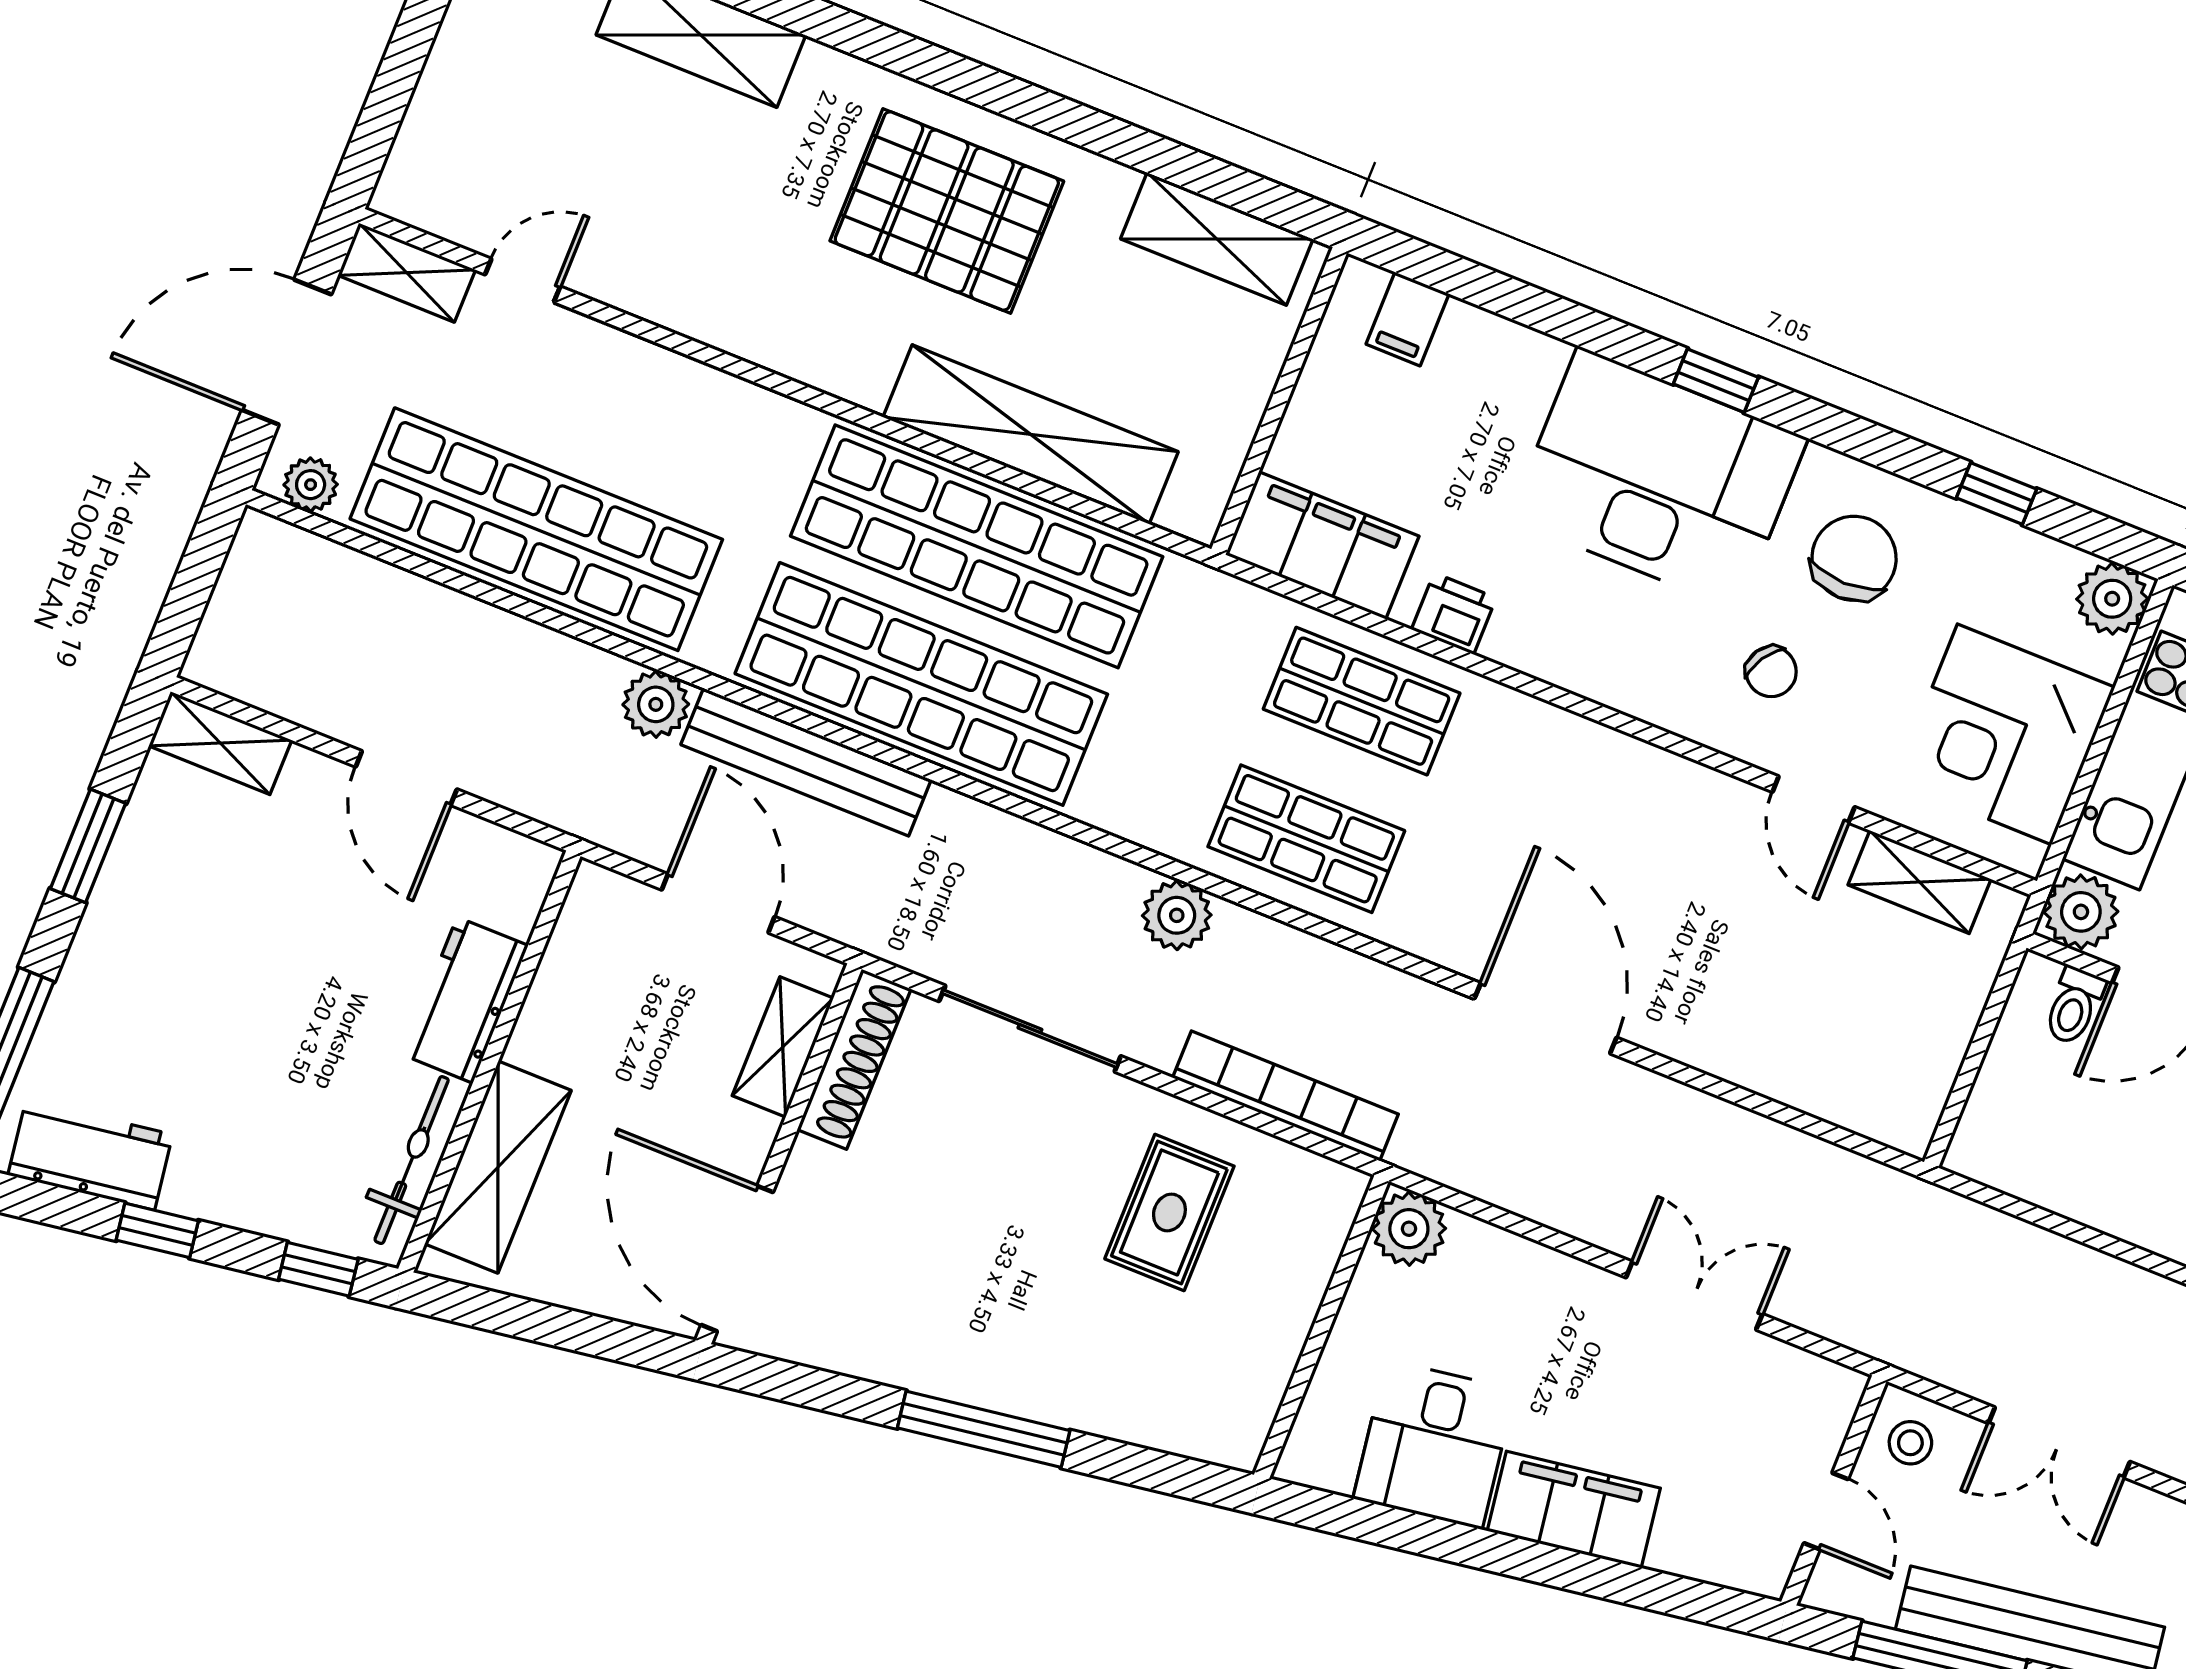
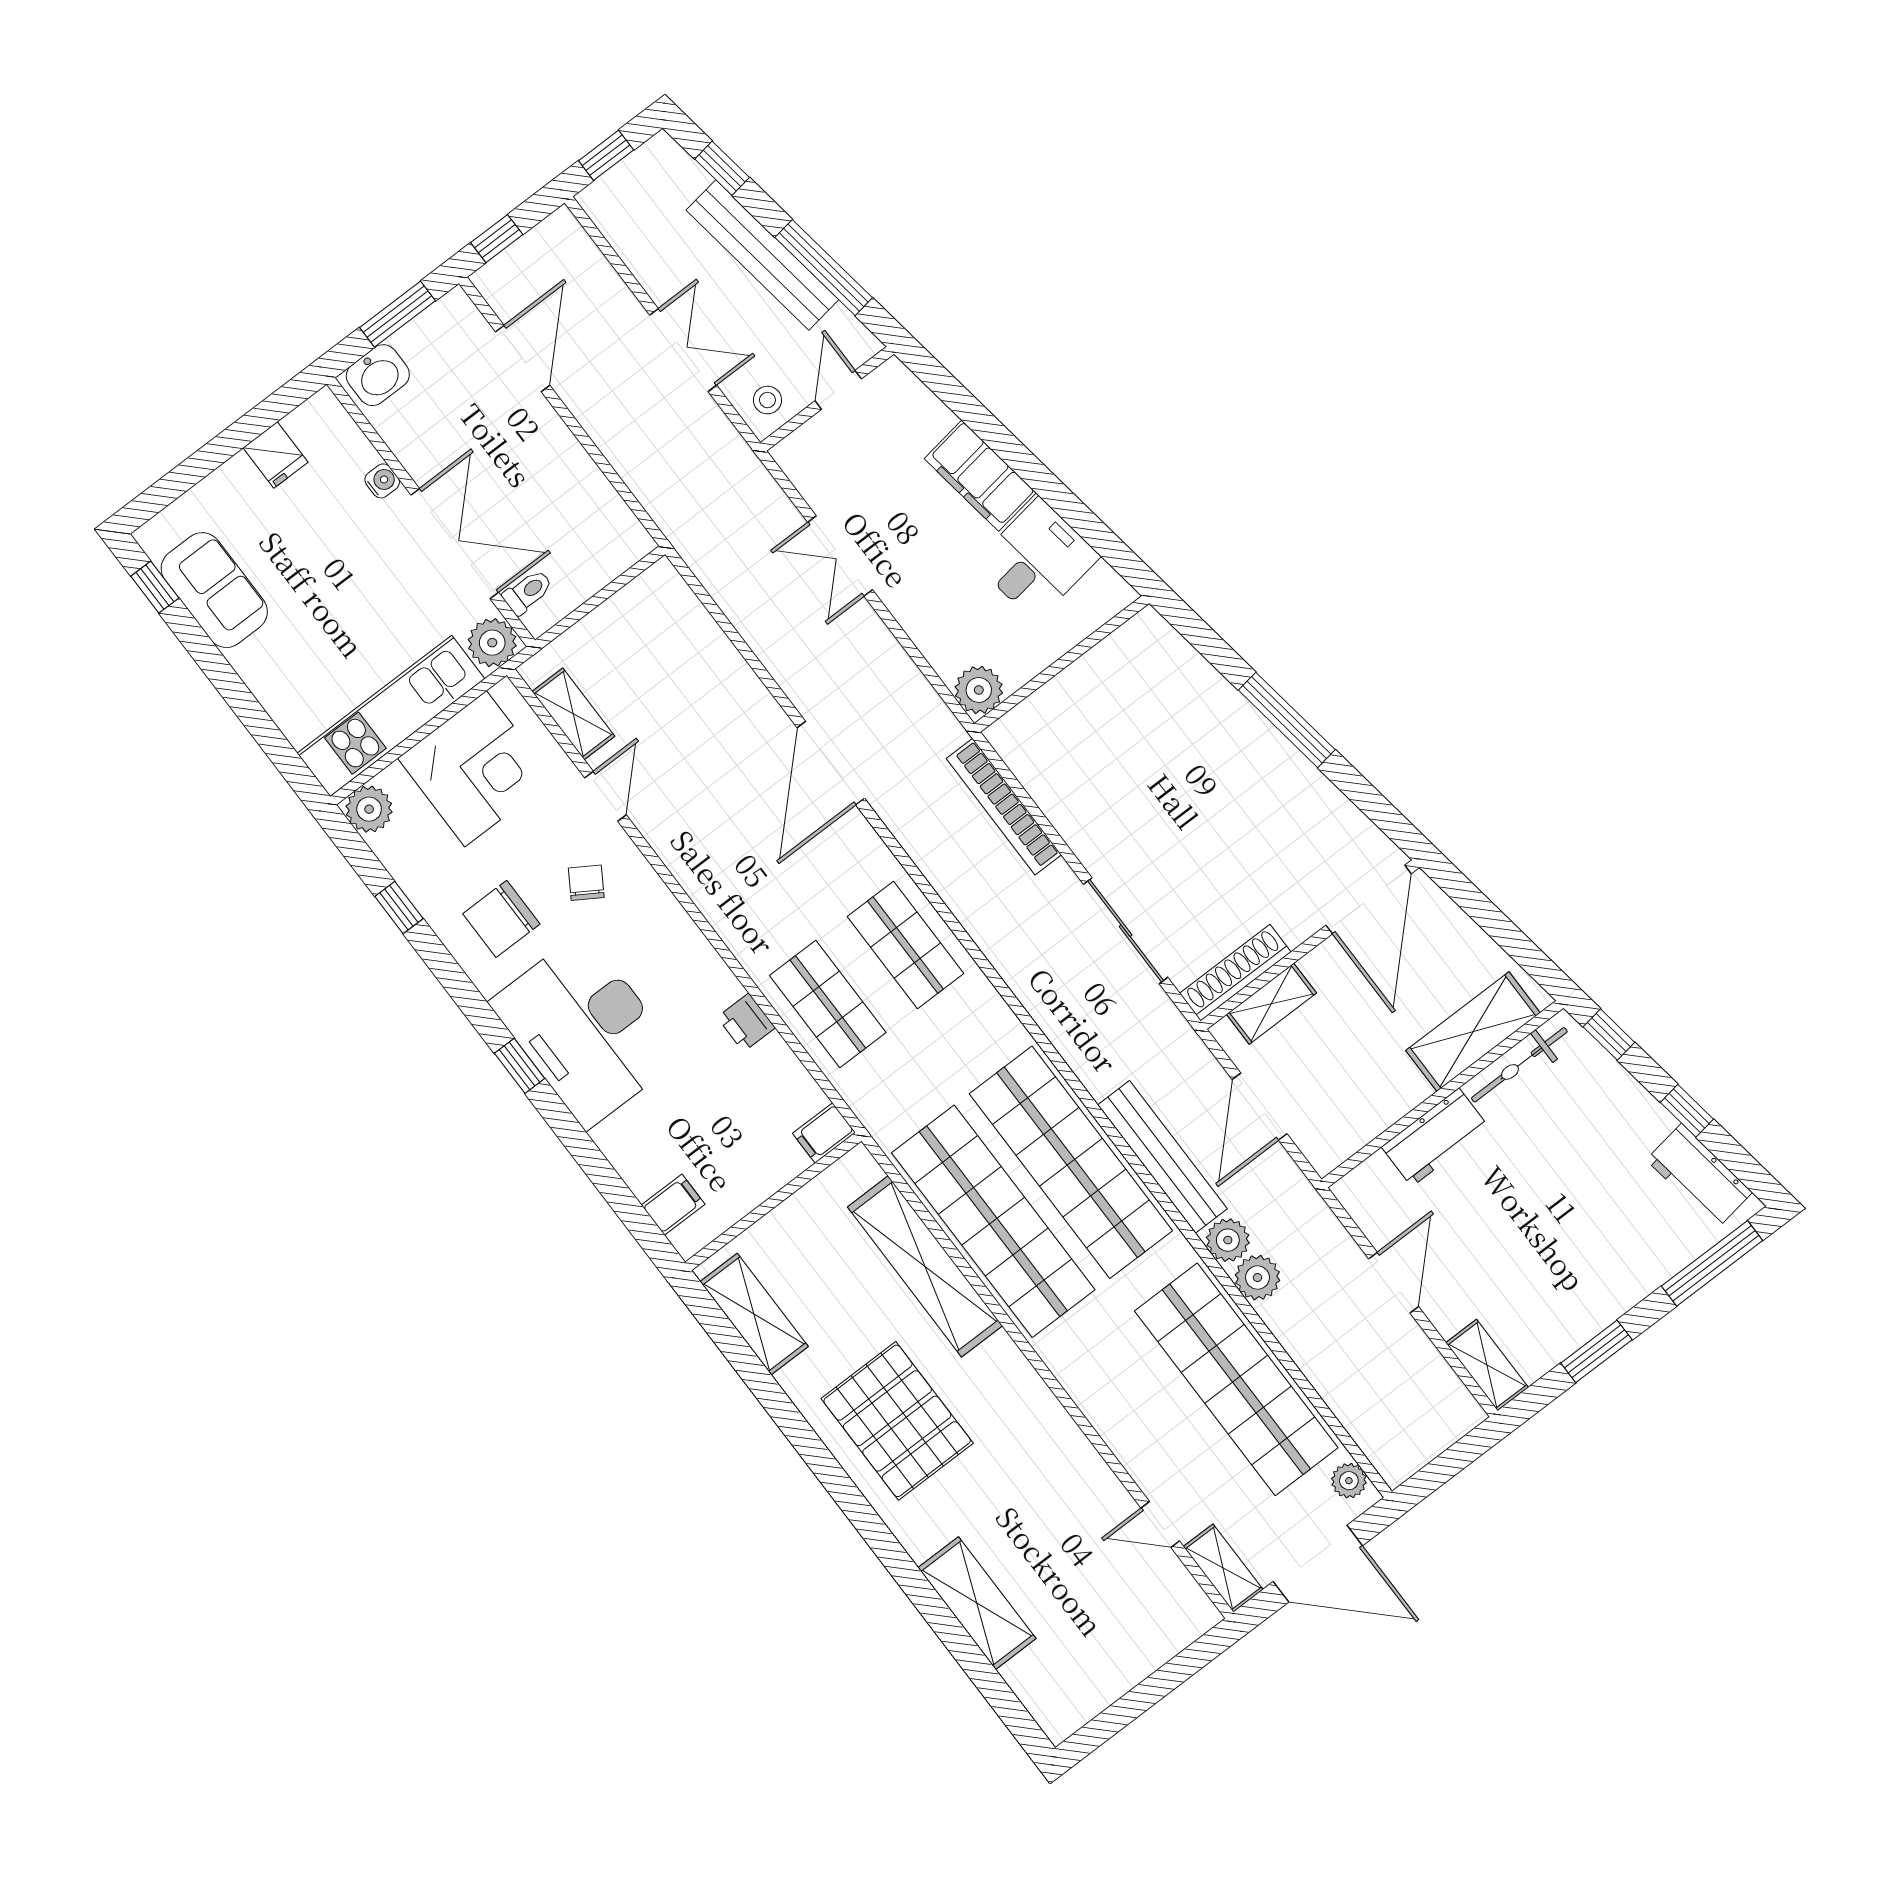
filing cabinet: (1322, 546) -> (824, 1133), width x0.33, depth x0.86
plant: (1177, 915) -> (1258, 1278), moved
rug: (1169, 1212) -> (1109, 780), removed

